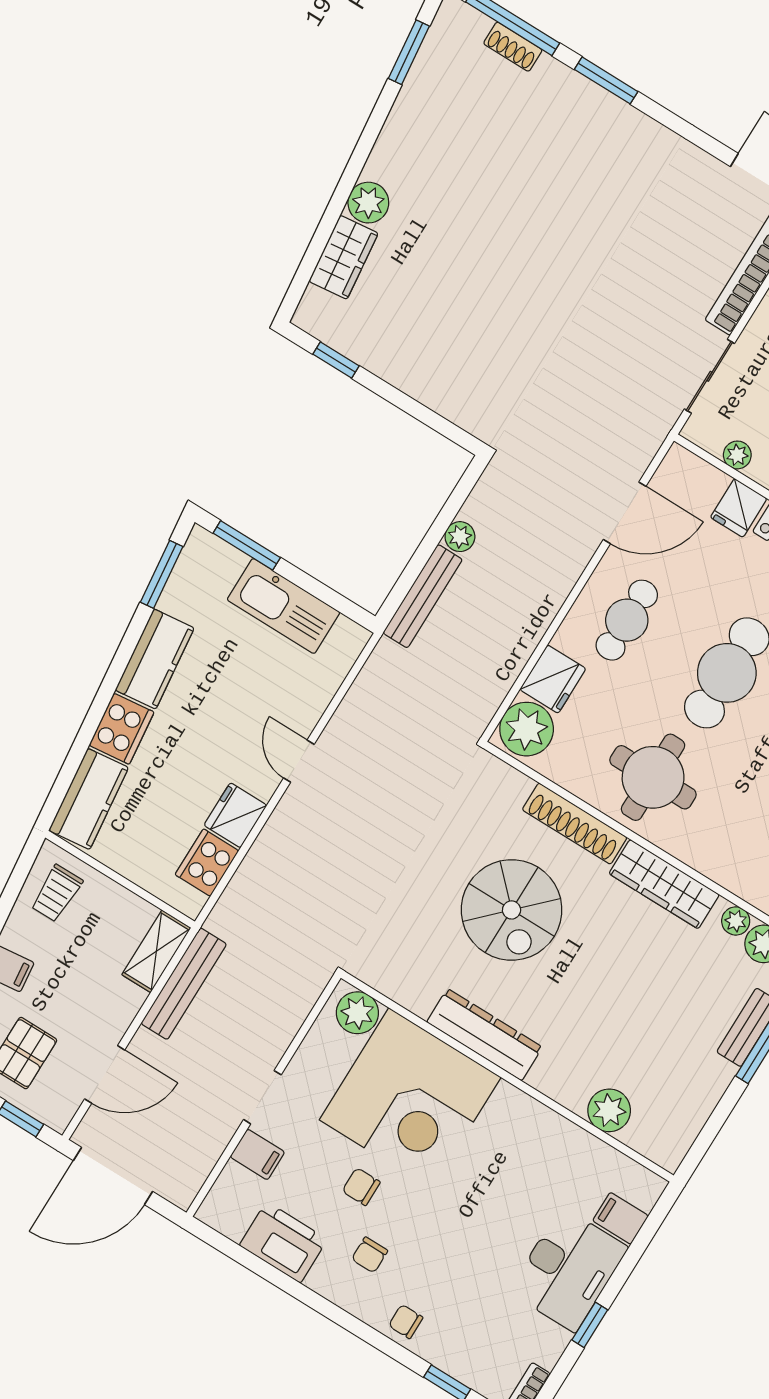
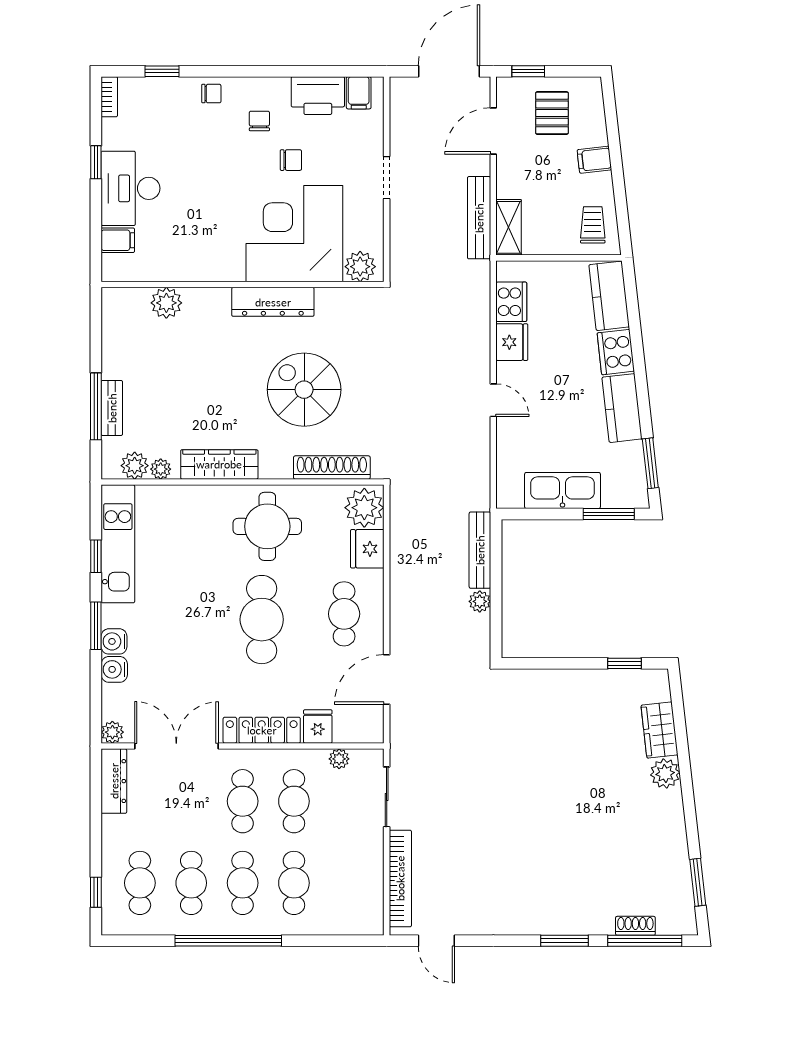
shoe rack: (575, 824) -> (332, 468), moved
filing cabinet: (257, 1154) -> (359, 93), moved, turned -90

